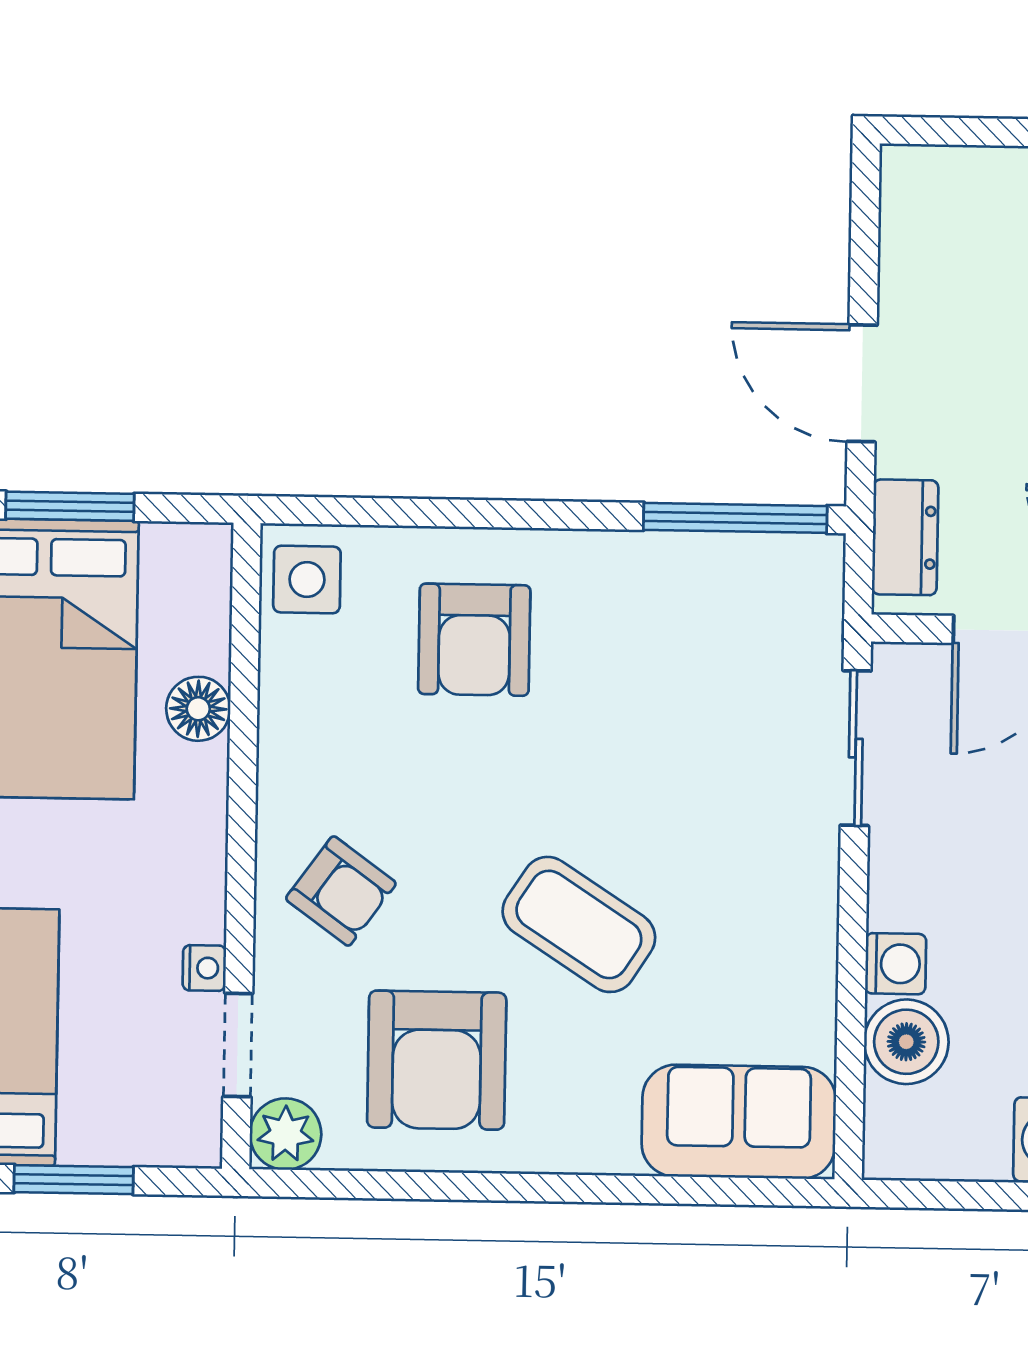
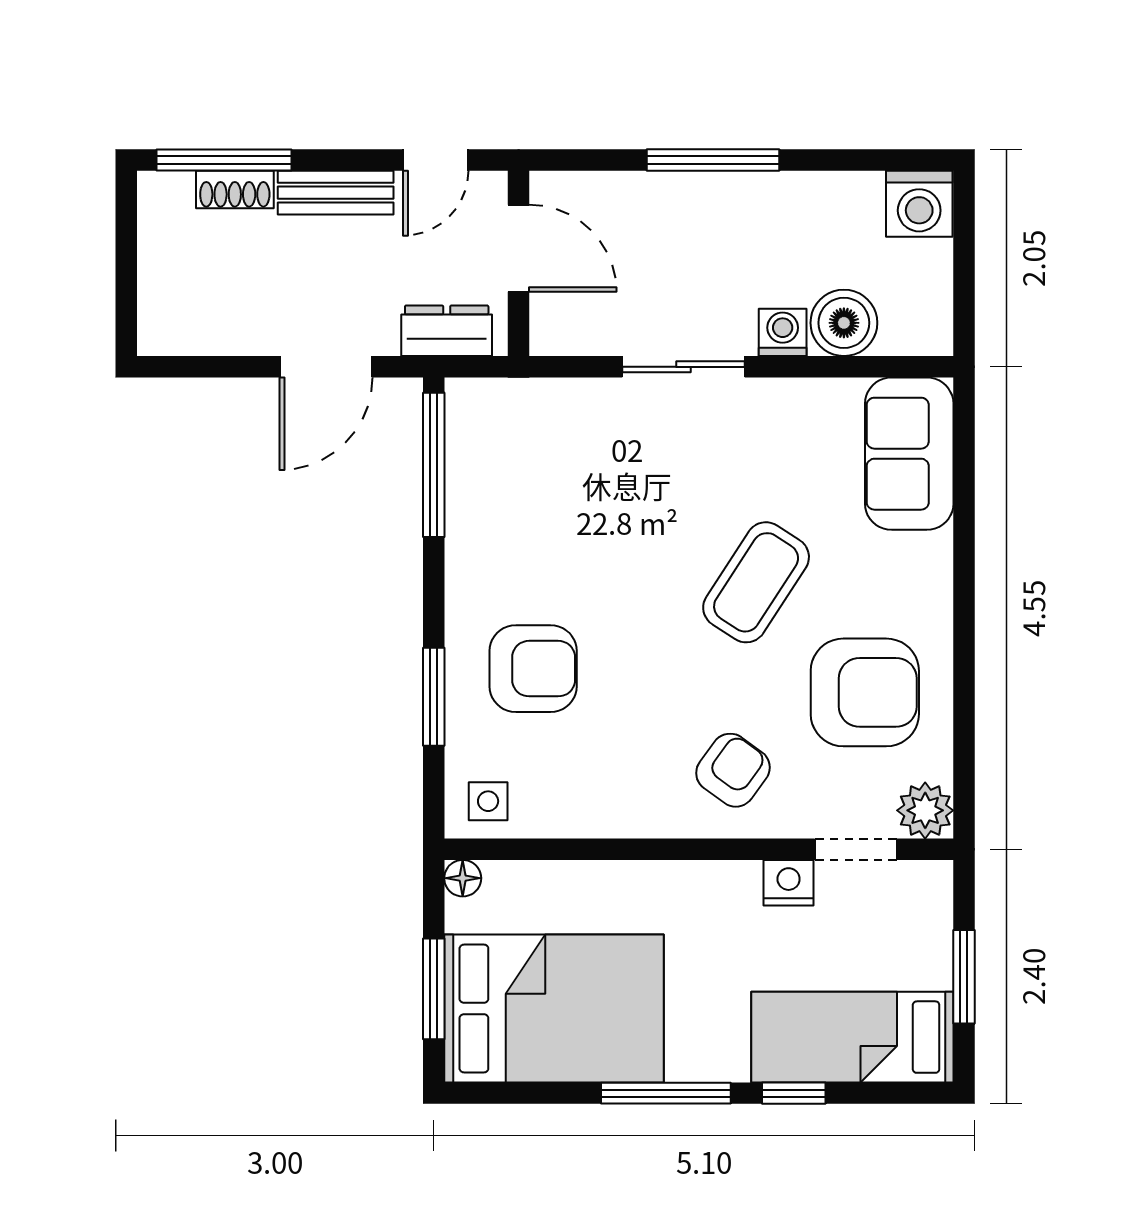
window: (441, 513) -> (434, 697), added
side table: (307, 579) -> (488, 801), width x0.73, depth x0.73
floor lamp: (198, 709) -> (463, 878), moved, width x0.73, depth x0.73
sliding door: (856, 748) -> (683, 367), moved
nightstand: (204, 968) -> (789, 883), width x1.39, depth x1.35

